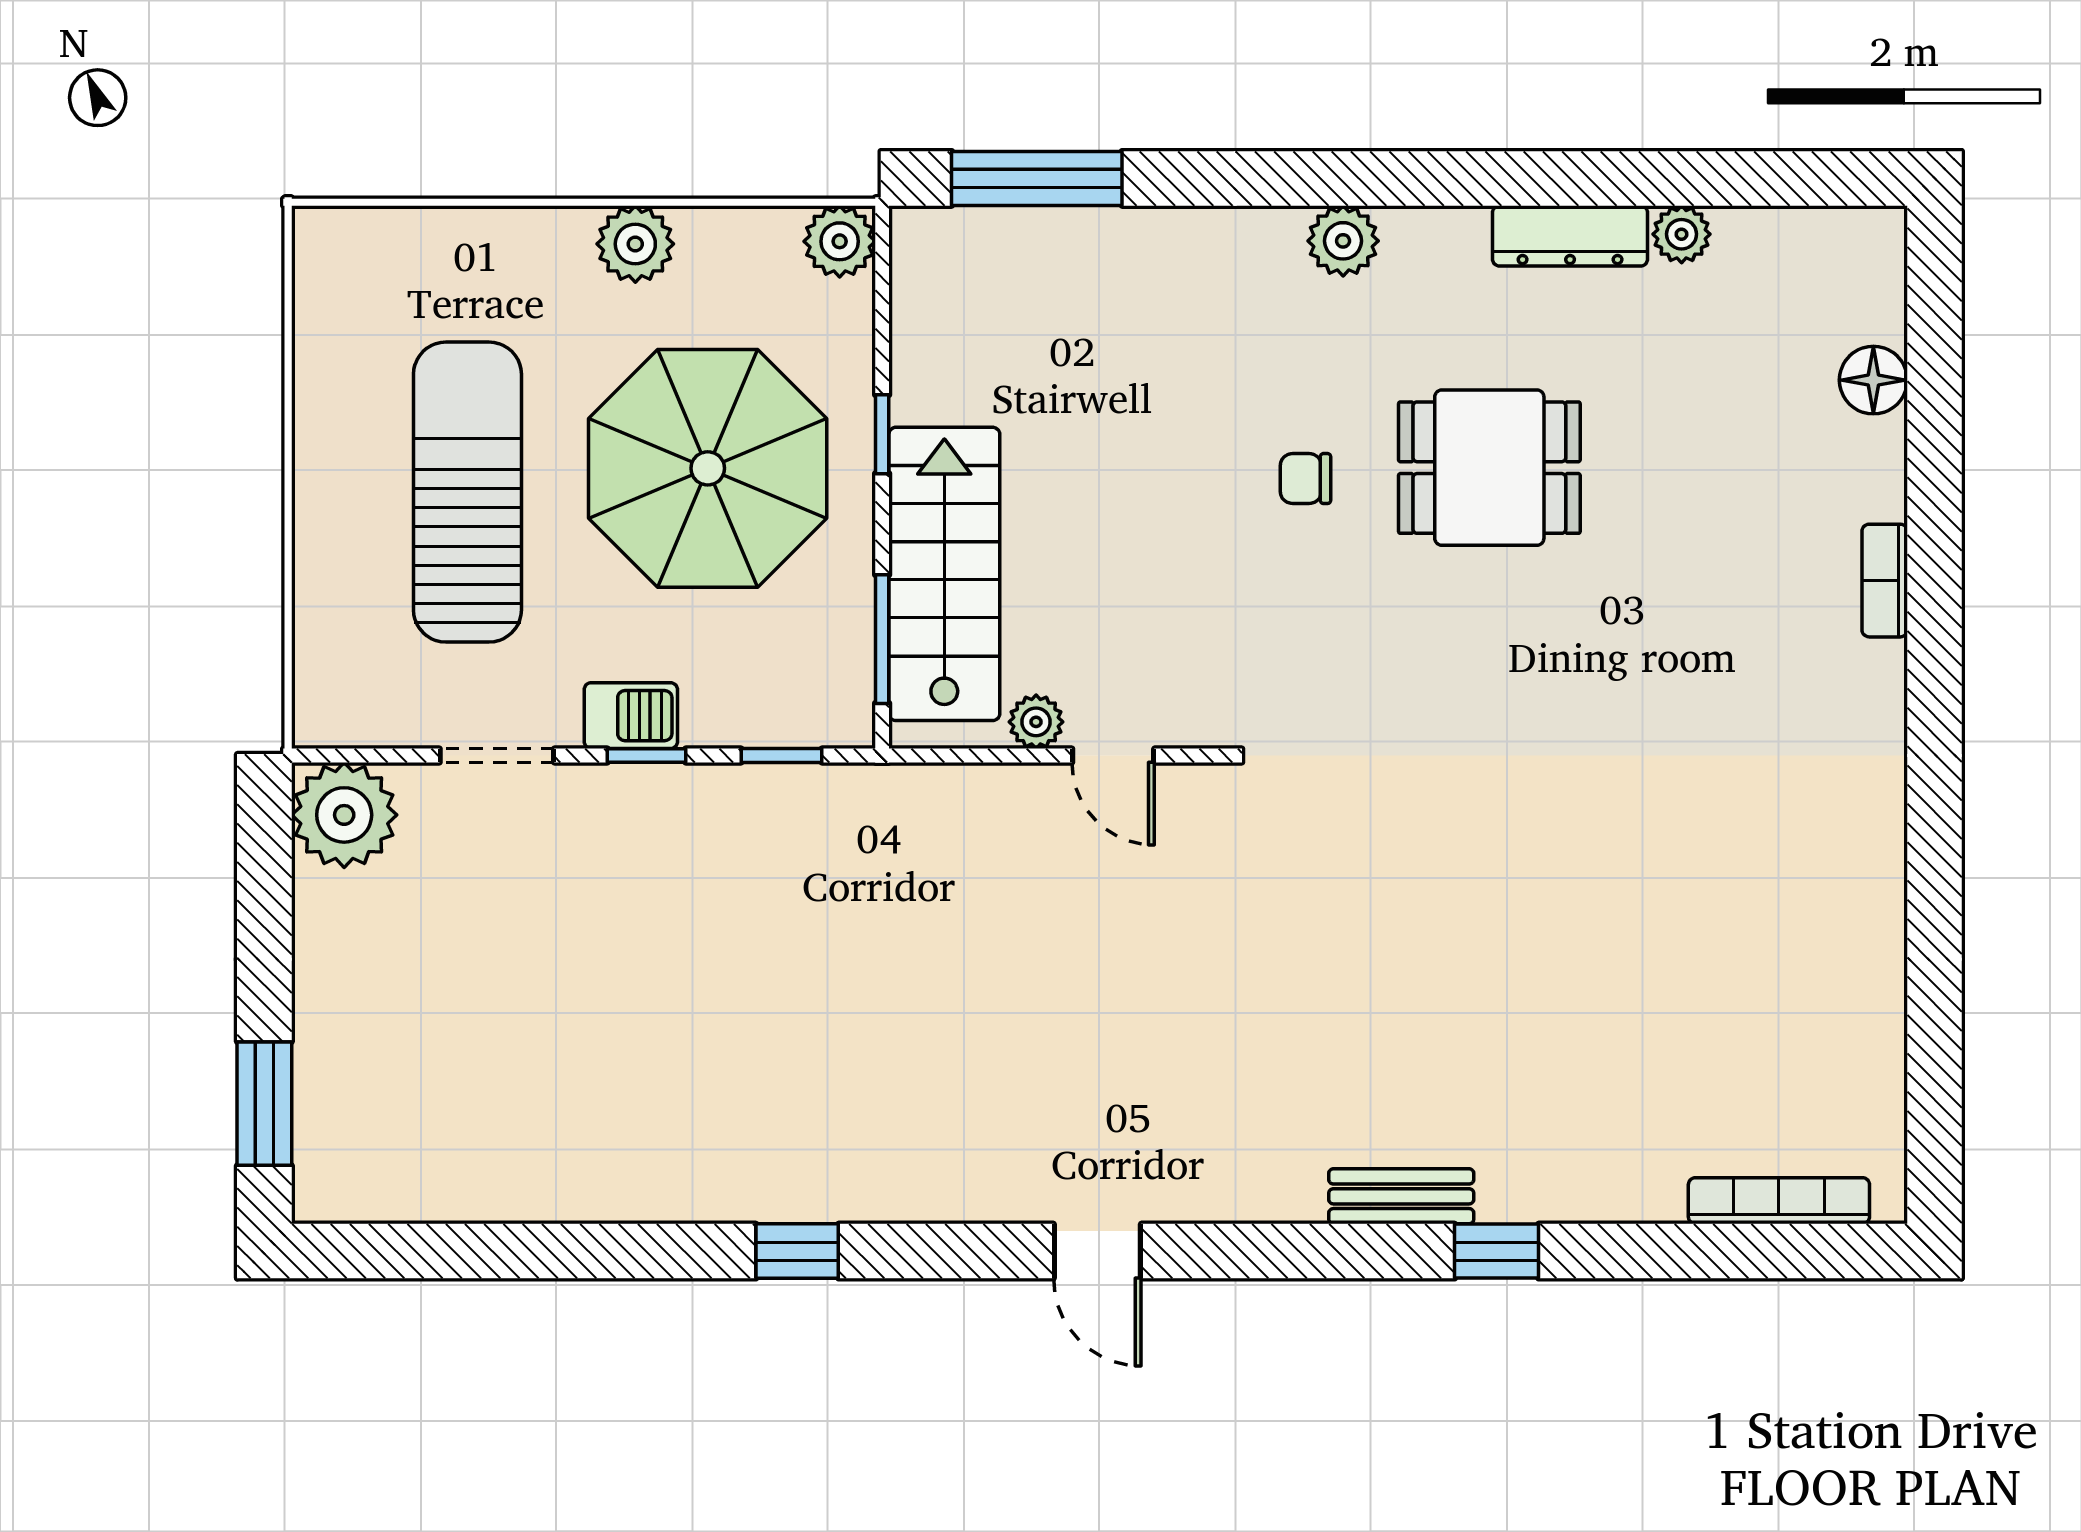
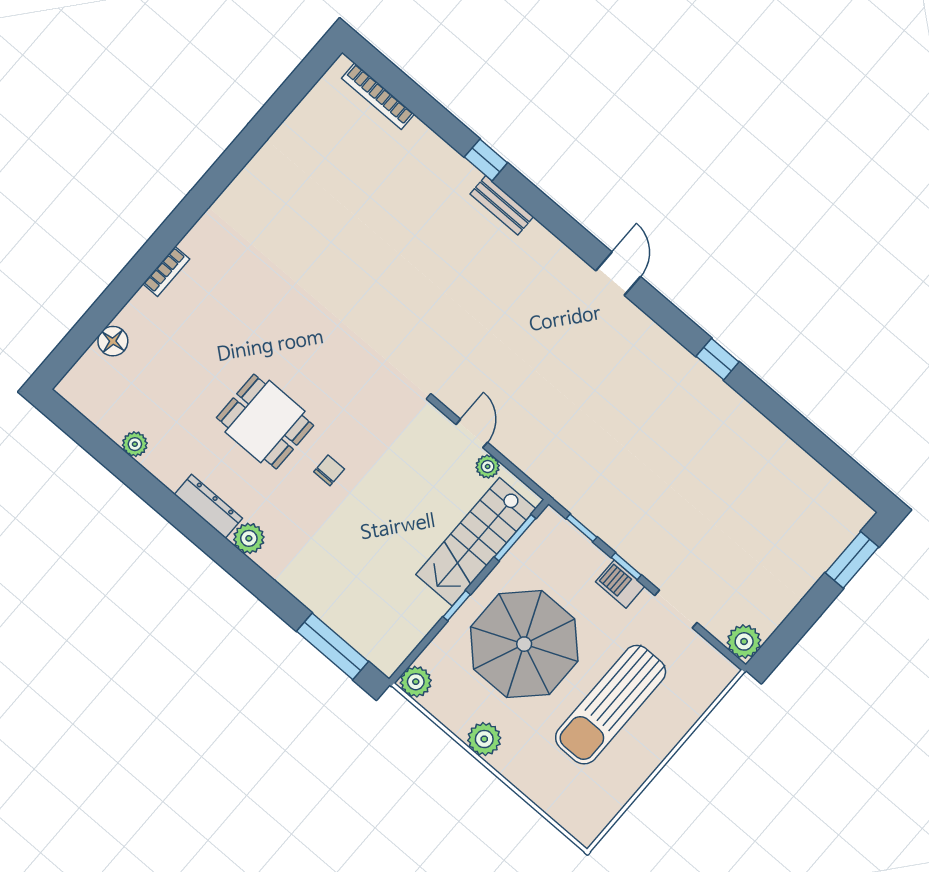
dresser: (1570, 236) -> (208, 506), moved
chair: (1305, 479) -> (329, 470), turned -90
plant: (344, 815) -> (744, 641), width x0.73, depth x0.73

